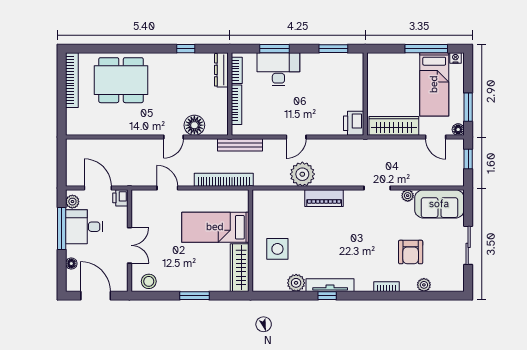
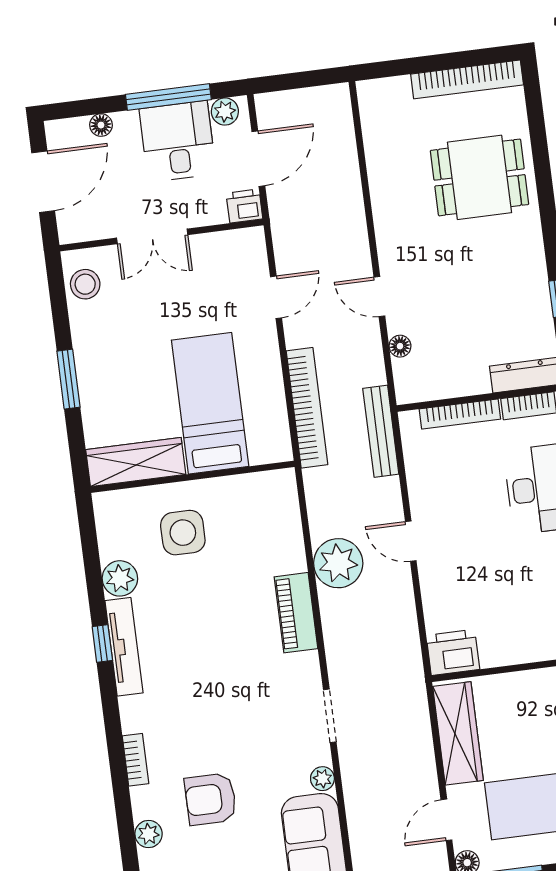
dining table: (121, 80) -> (480, 177), width x0.73
floor lamp: (194, 125) -> (400, 346), width x0.53, depth x0.53

